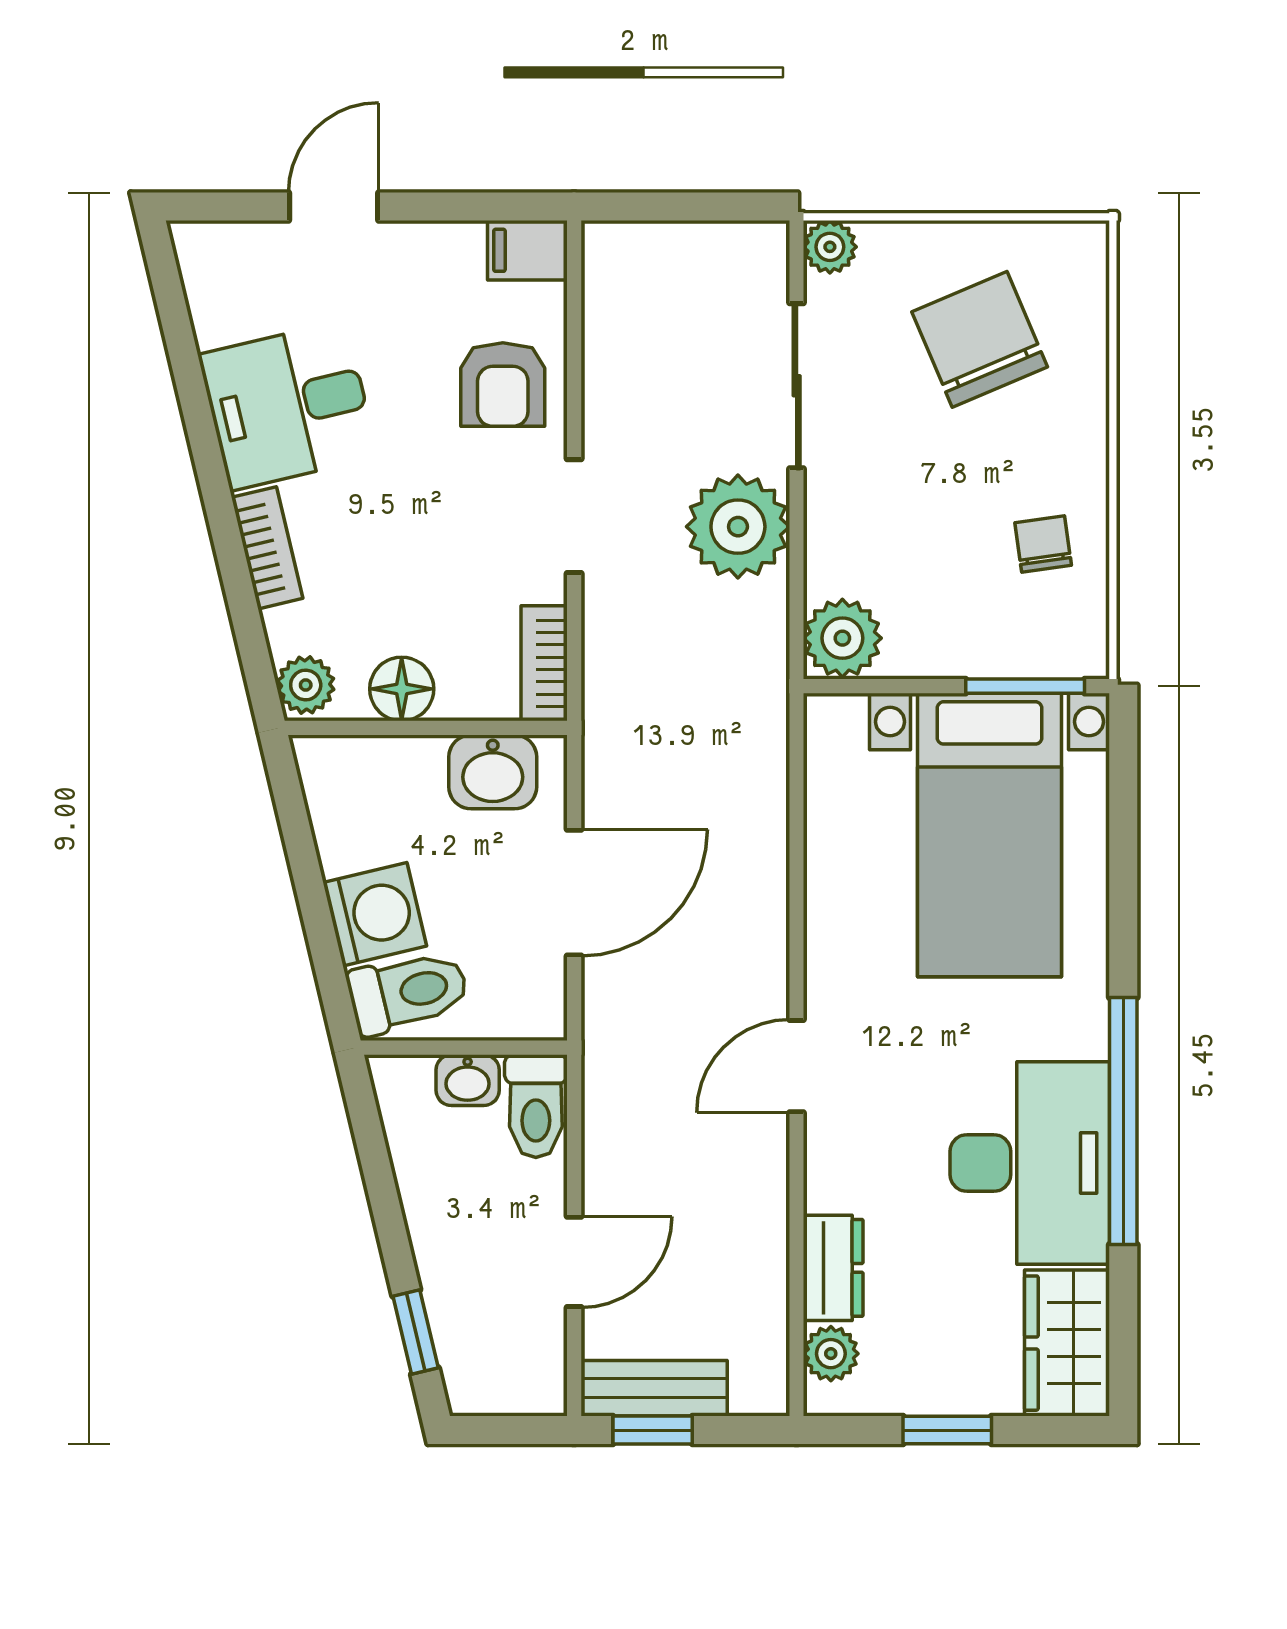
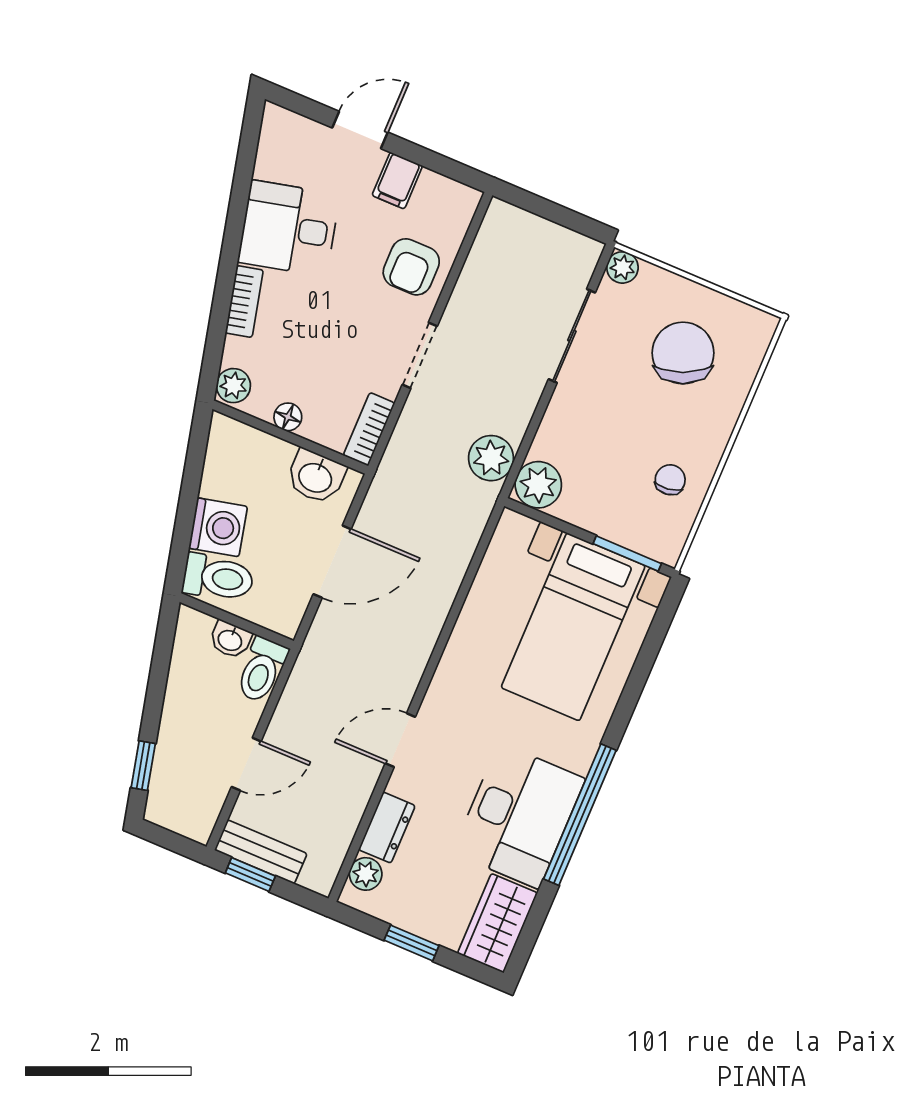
filing cabinet: (527, 250) -> (397, 181), moved, turned -90
plant: (738, 527) -> (491, 458), moved, width x0.73, depth x0.73
floor lamp: (402, 689) -> (288, 417), width x0.73, depth x0.73
door: (797, 1066) -> (400, 740), moved

